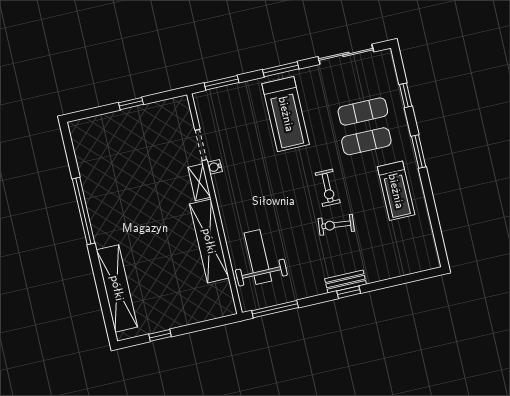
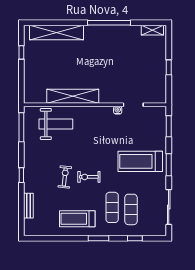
shelving: (199, 182) -> (152, 30), moved
bench: (345, 281) -> (28, 206), moved

